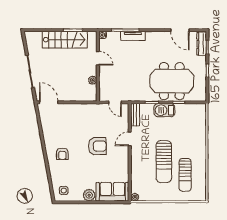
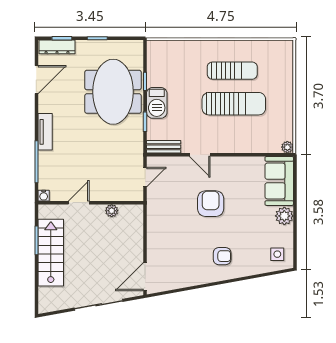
tv unit: (133, 36) -> (45, 132), moved
sun lounger: (185, 175) -> (232, 71), moved

